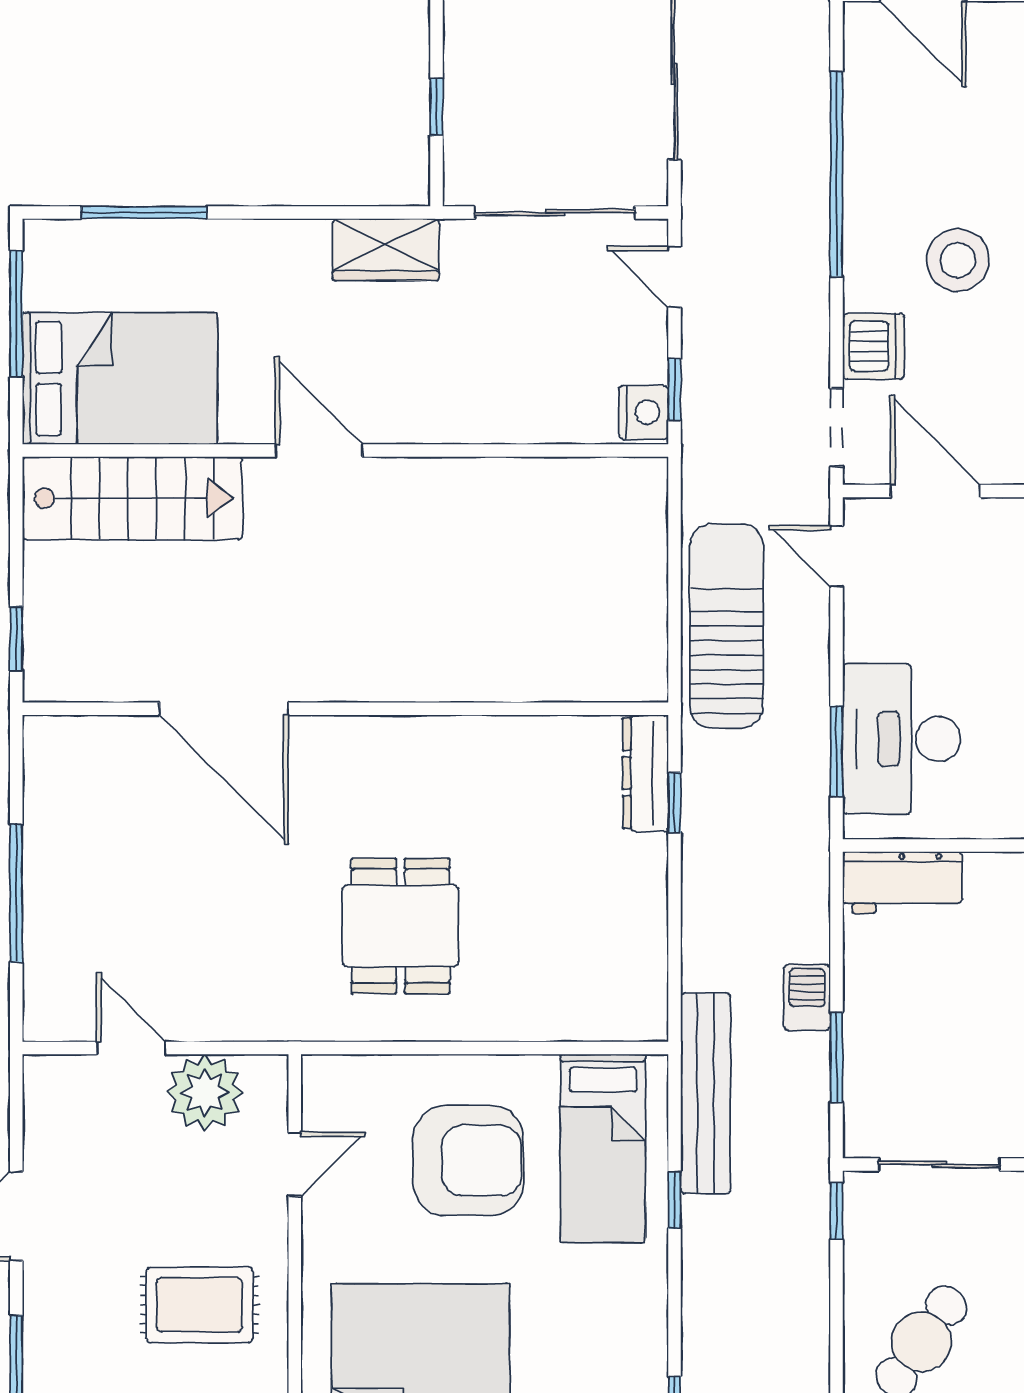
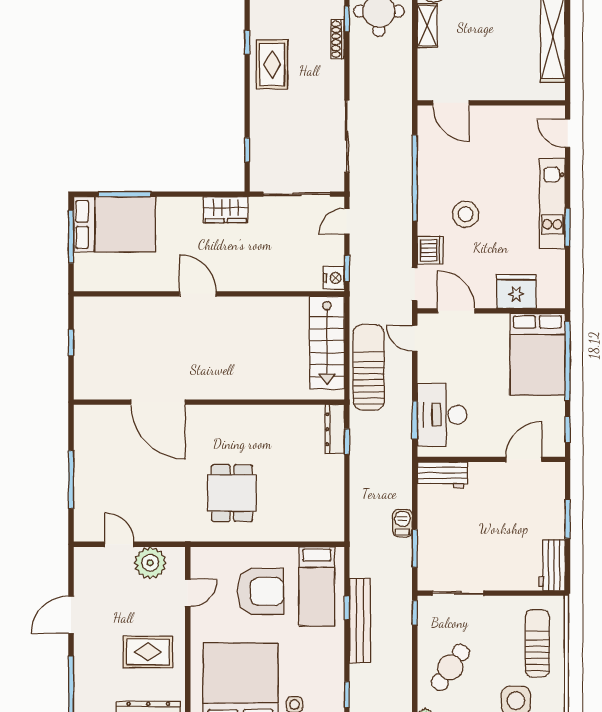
door: (674, 277) -> (347, 221), hinge flipped
bed: (120, 378) -> (115, 224), moved
stairs: (132, 498) -> (327, 343), moved, turned 90
window: (16, 639) -> (71, 343), moved
bench: (706, 1093) -> (360, 621), moved

